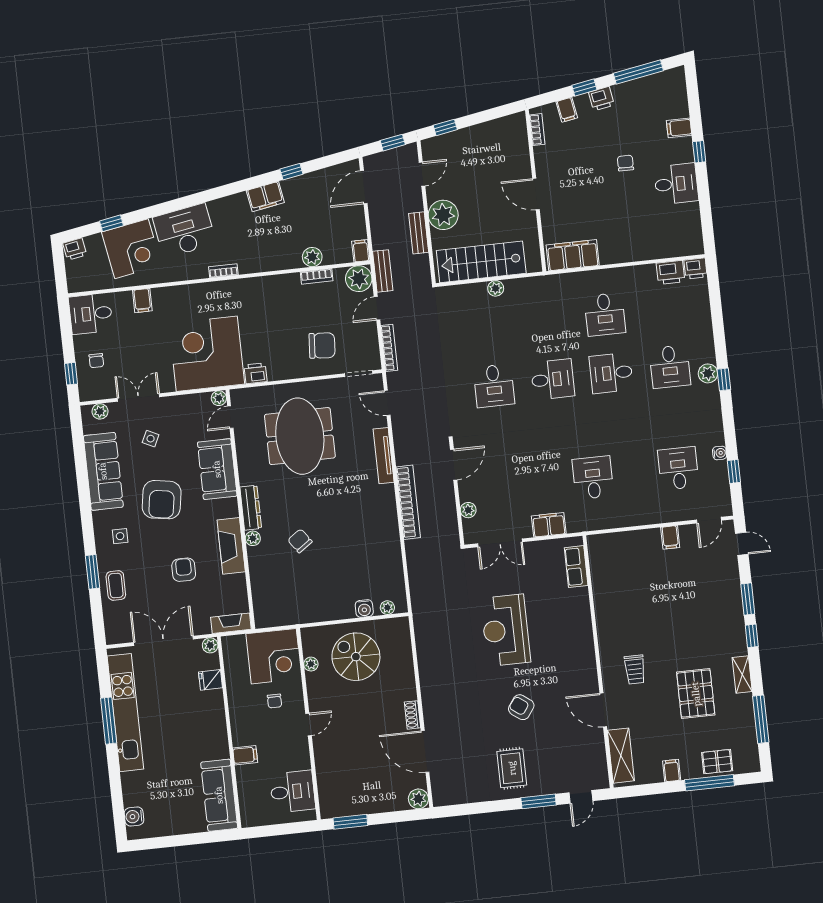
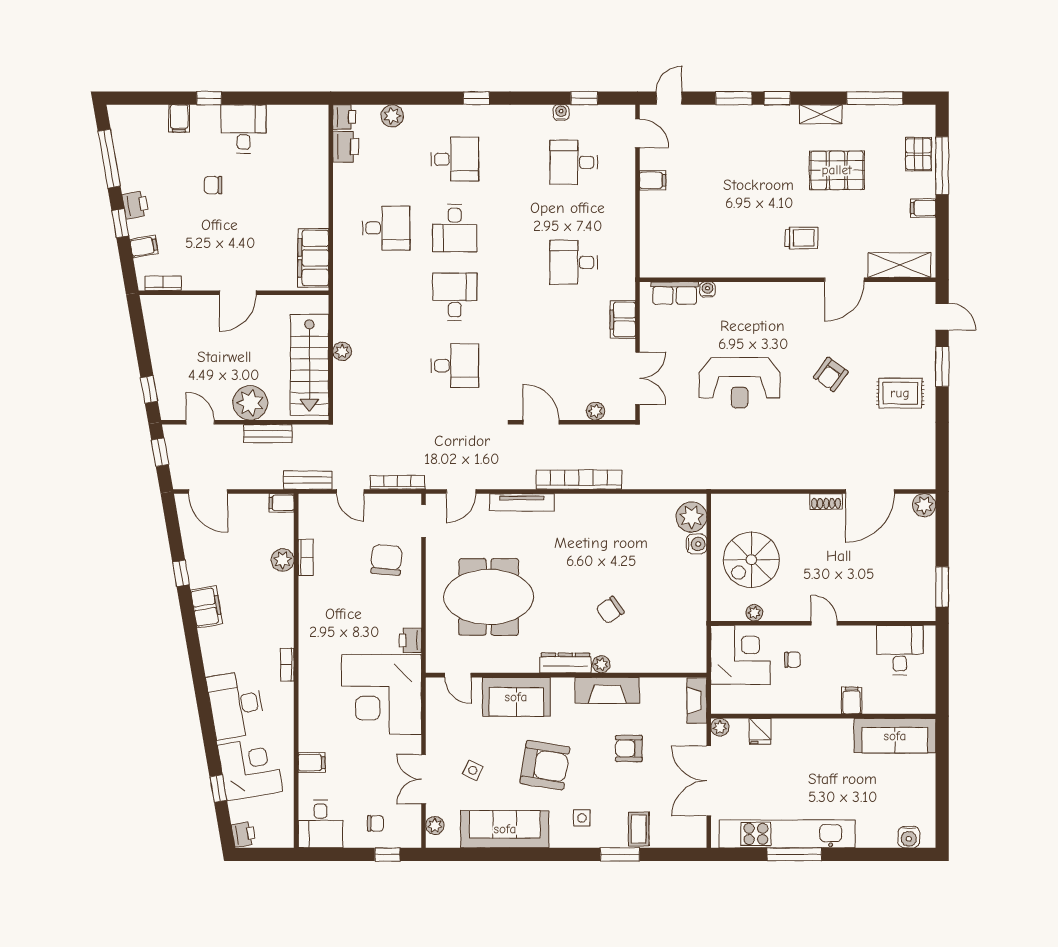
plant: (359, 279) -> (314, 509), removed
plant: (708, 373) -> (392, 116), moved
plant: (219, 398) -> (434, 686), removed
coffee table: (116, 585) -> (639, 829), turned 90
water cooler: (582, 594) -> (707, 289), added
plant: (387, 608) -> (691, 517), width x1.88, depth x1.88

